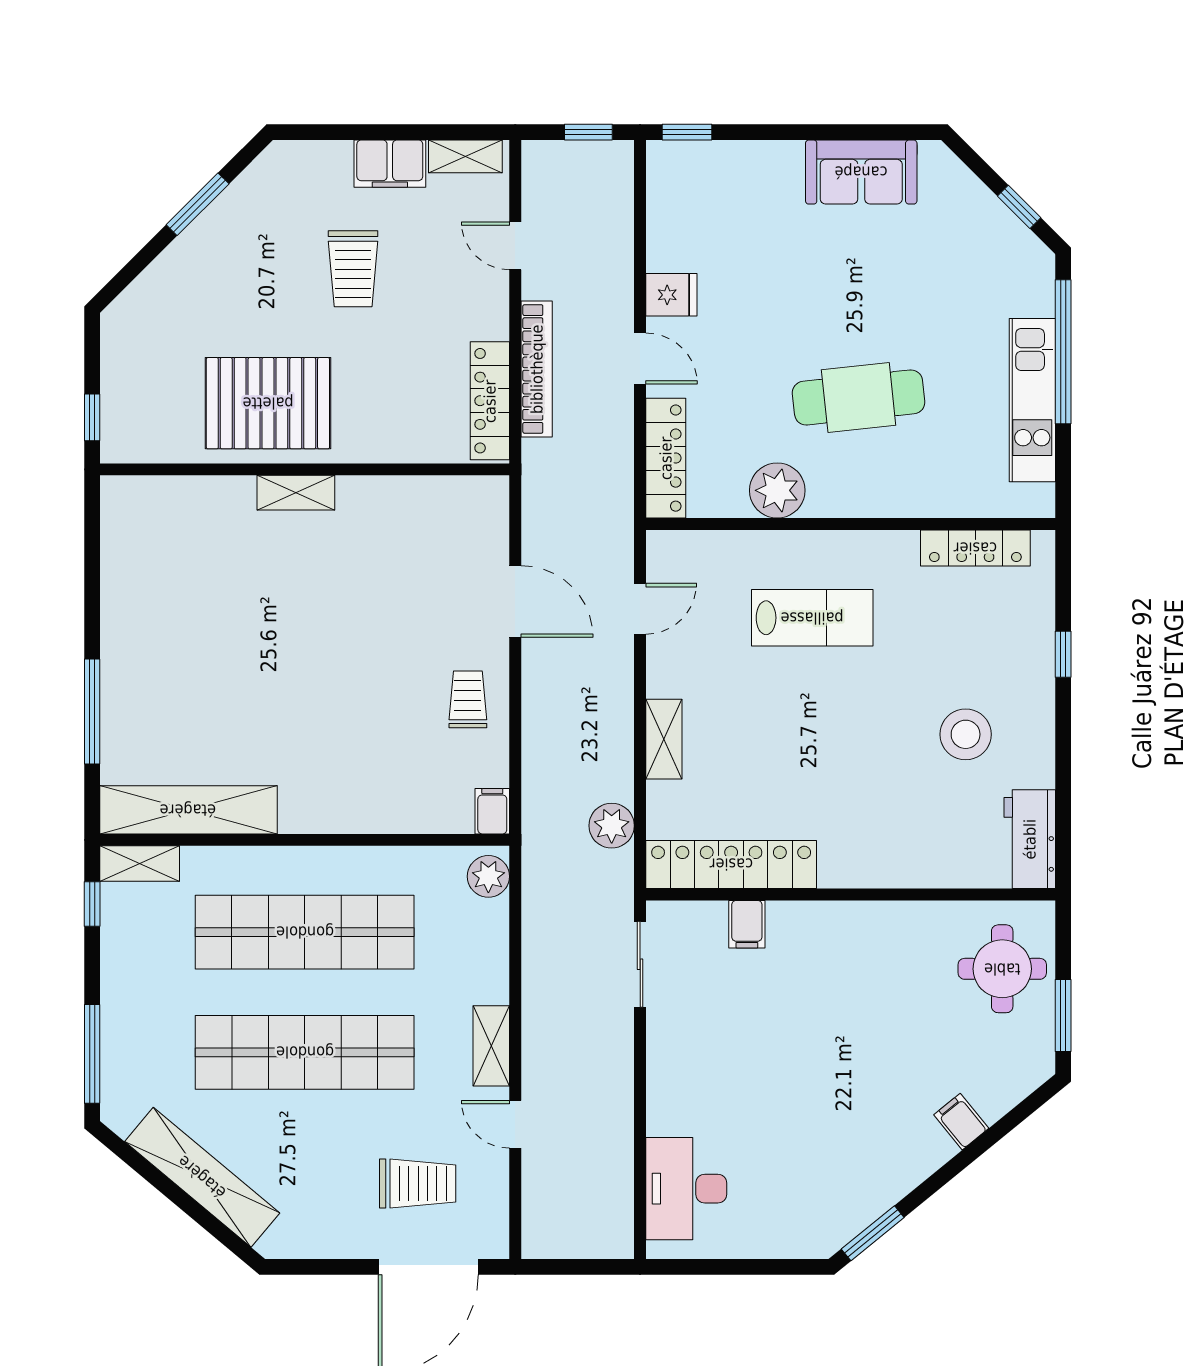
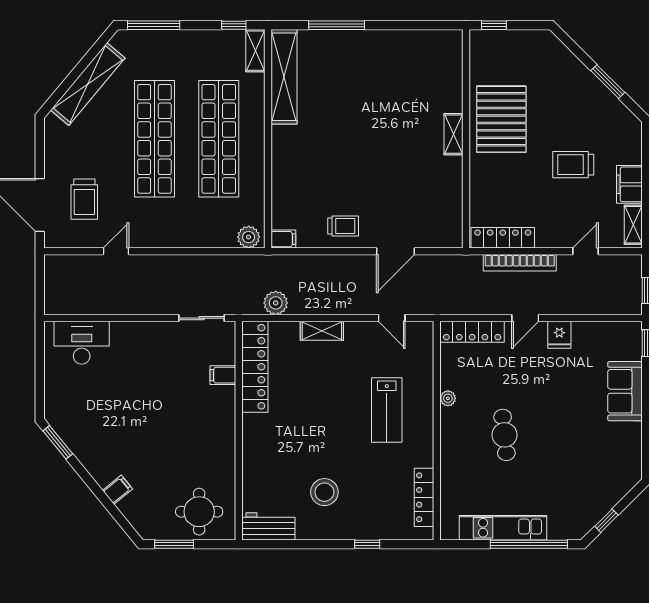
sofa: (861, 172) -> (625, 391), moved
cafe table: (859, 397) -> (504, 435), width x0.73, depth x0.74
plant: (777, 490) -> (448, 398), width x0.53, depth x0.53
shelving: (491, 1046) -> (158, 239), removed

